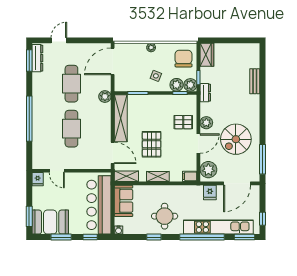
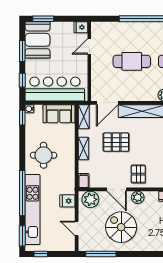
door: (237, 183) -> (77, 228), width x0.53
window: (154, 237) -> (22, 118), moved

